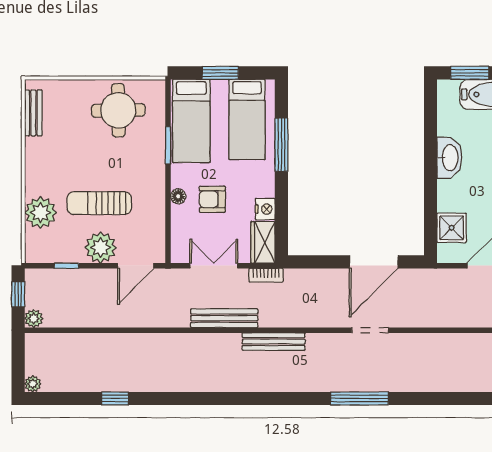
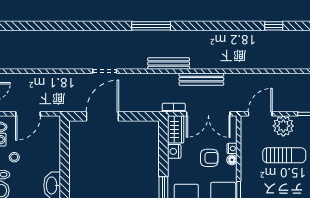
nightstand: (178, 213) -> (232, 148), added
shower: (452, 228) -> (51, 139), removed
double door: (214, 266) -> (208, 114), width x1.37
window: (359, 398) -> (151, 26), moved

